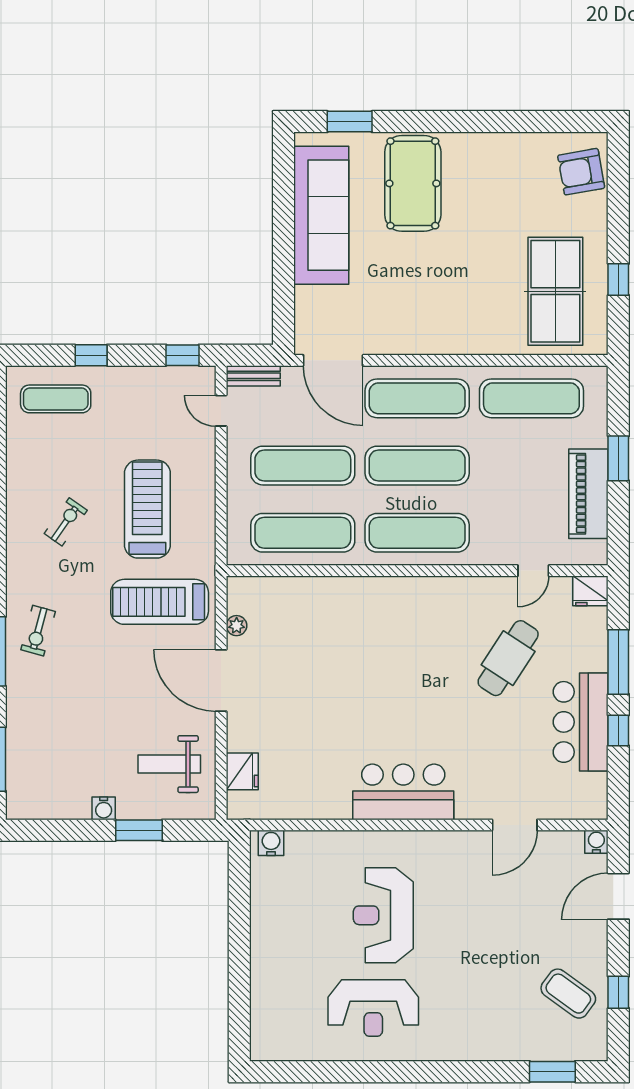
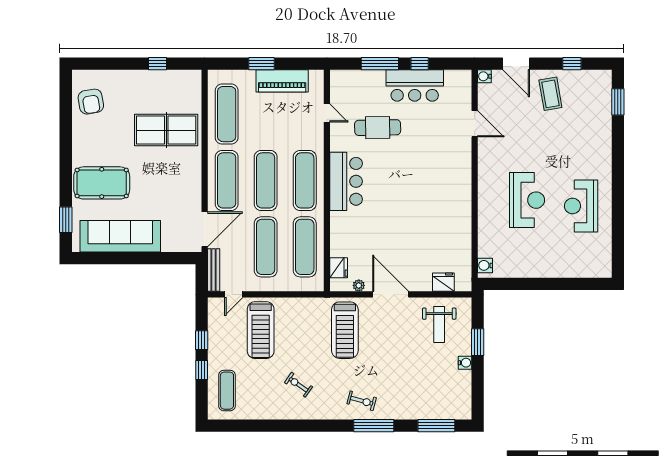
armchair: (581, 172) -> (91, 102), moved
table tennis table: (555, 291) -> (166, 130), moved
window: (183, 355) -> (202, 340), moved
bench: (253, 376) -> (214, 270), width x1.36
treadmill: (147, 509) -> (261, 330), moved, turned -90
fridge: (590, 591) -> (339, 268), moved
cafe table: (508, 658) -> (378, 128), turned -34
door: (221, 680) -> (391, 294), swing flipped
bar counter: (403, 792) -> (346, 181), moved, turned 180
reception desk: (383, 915) -> (527, 200), turned -90
coffee table: (568, 994) -> (550, 94), moved, turned -46
reception desk: (373, 1008) -> (581, 206), turned 180

